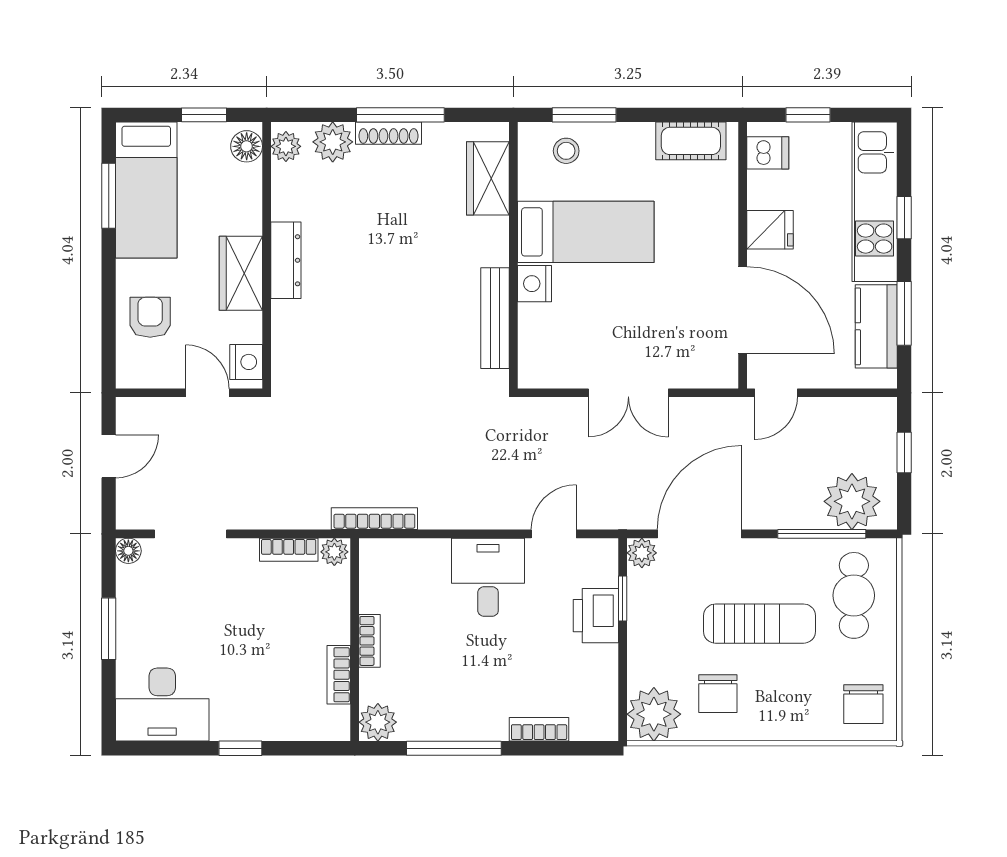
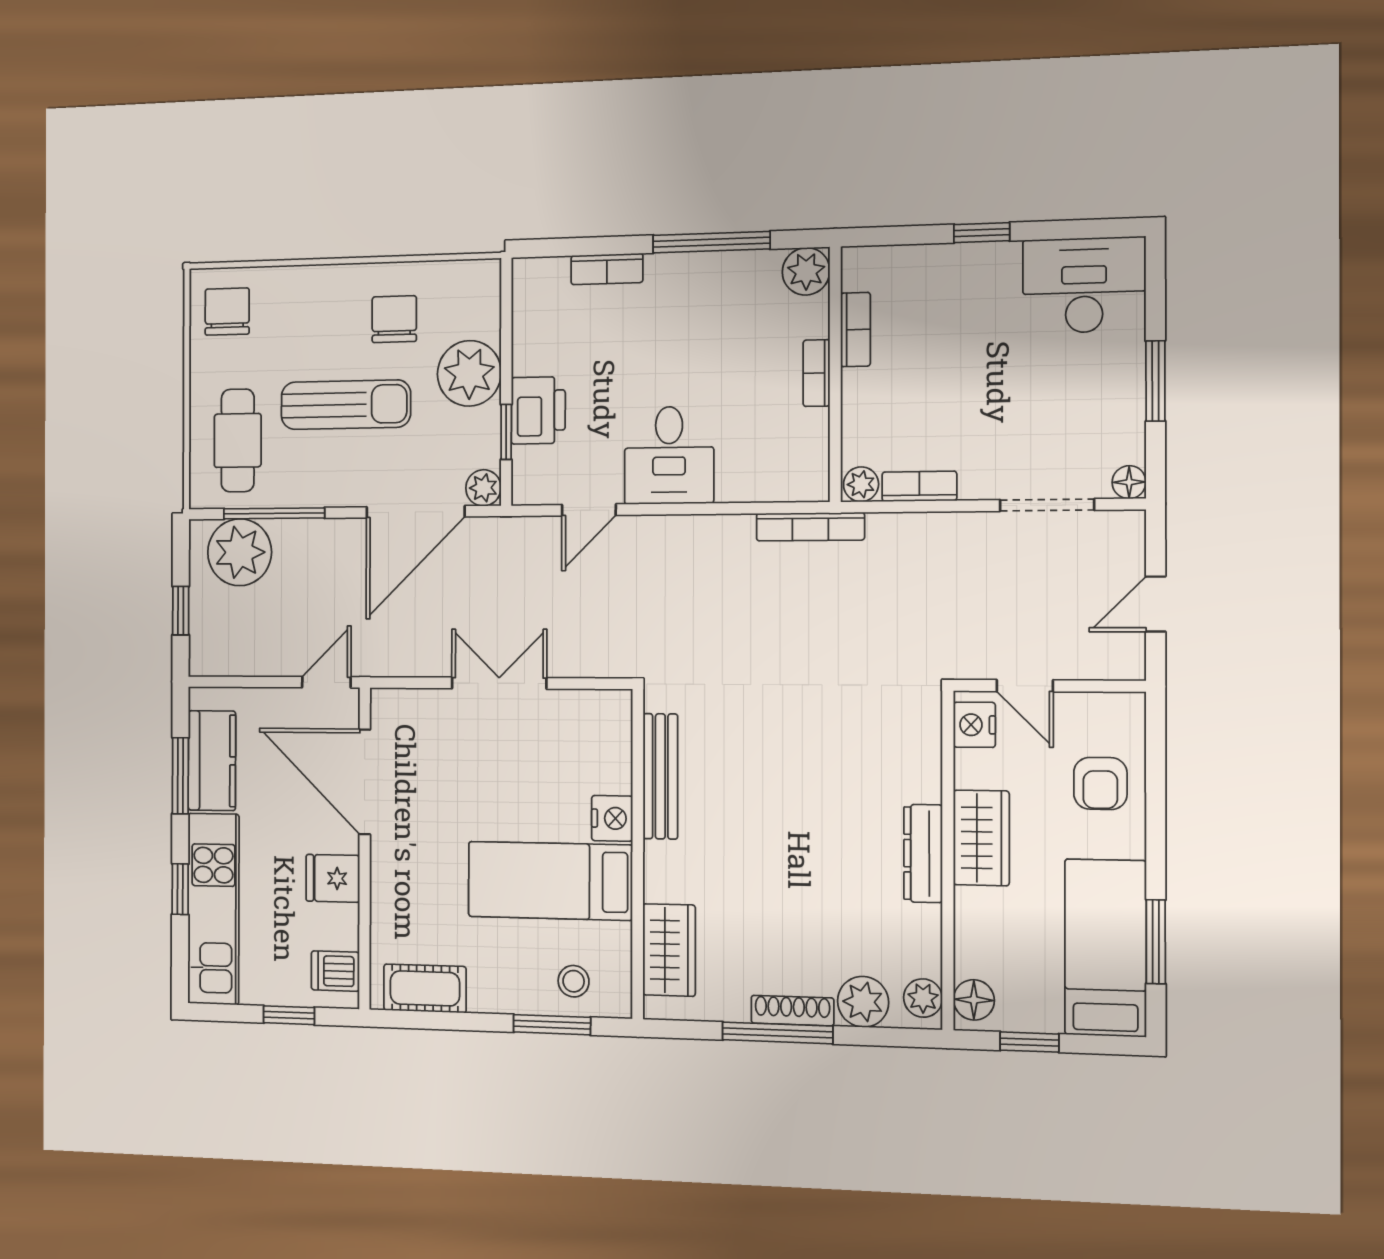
sun lounger: (760, 624) -> (346, 405), turned 180
plant: (654, 714) -> (469, 373), moved

